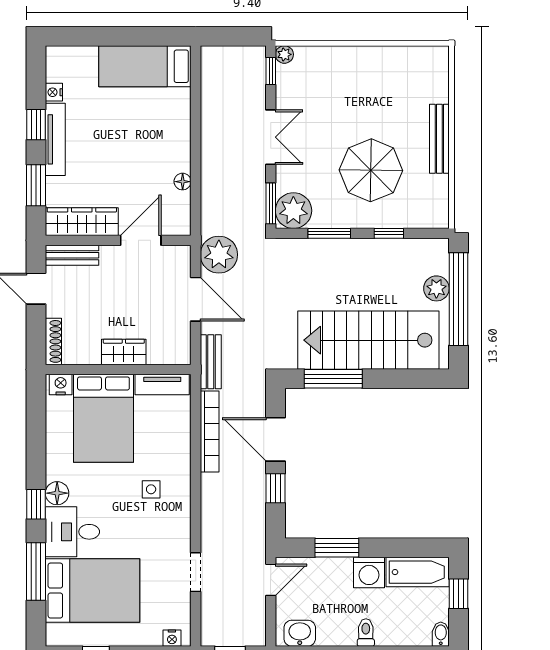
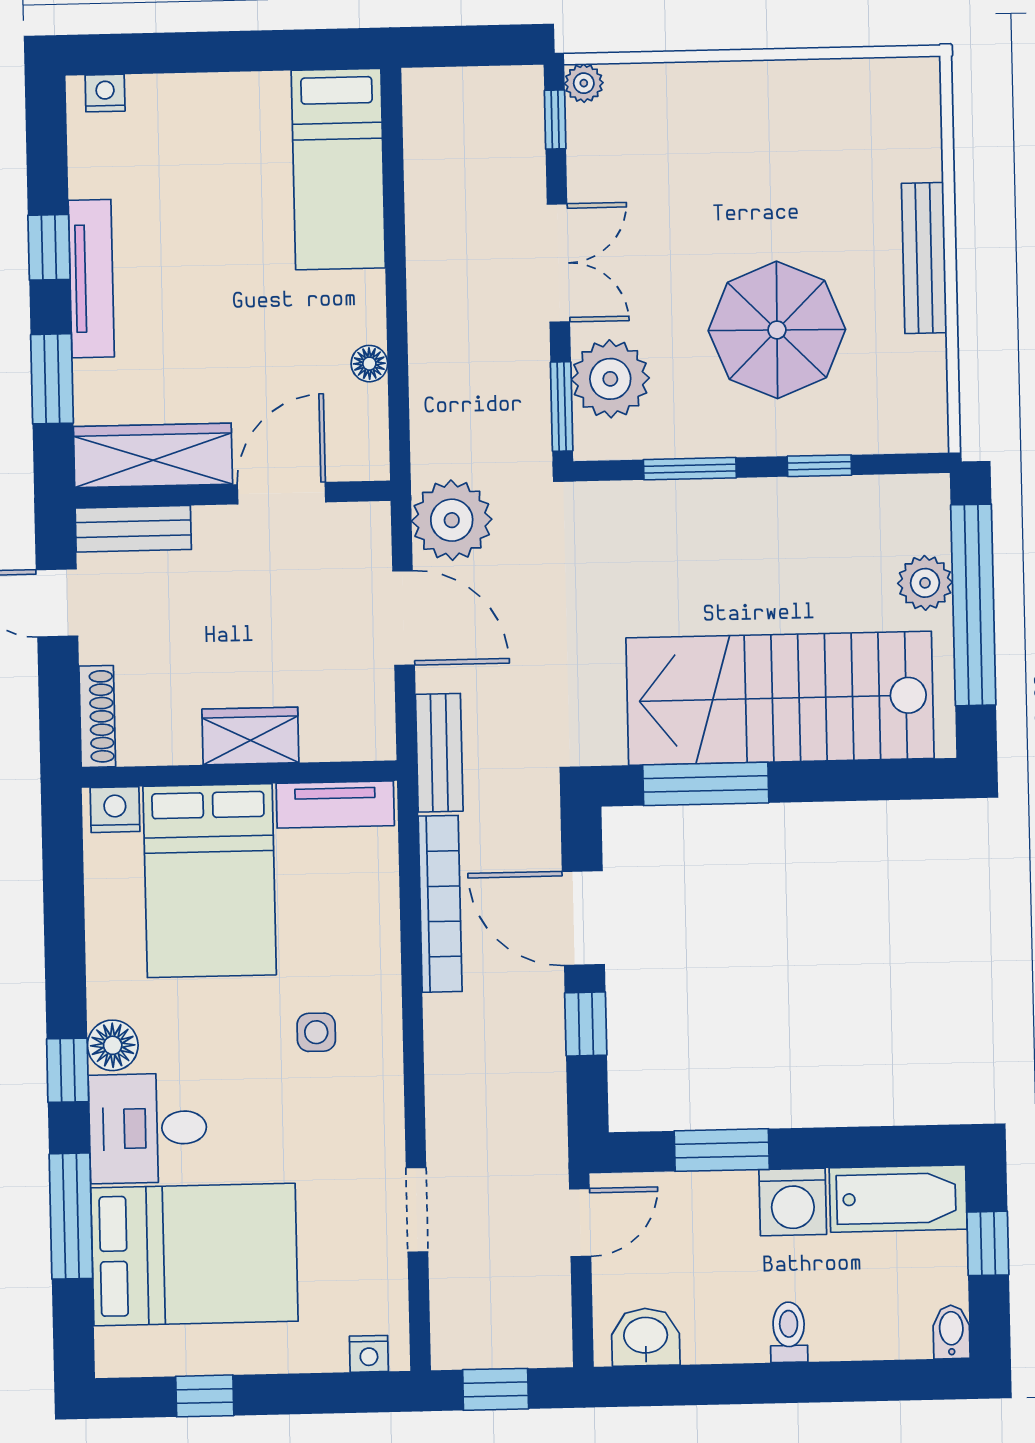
bed: (145, 66) -> (338, 169), moved, turned -90
nightstand: (54, 92) -> (105, 93), moved, turned 90
plant: (293, 211) -> (610, 379), moved

